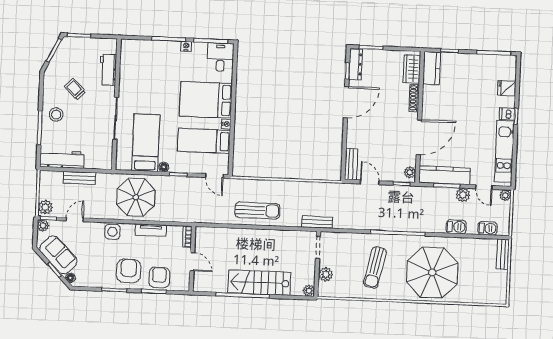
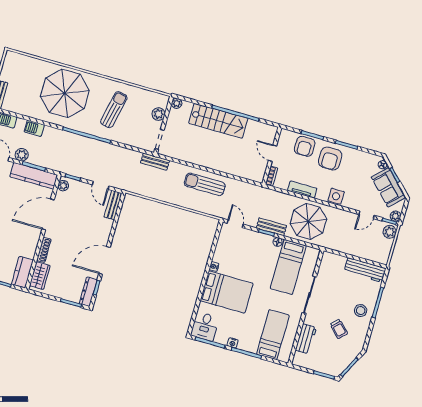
bed: (204, 141) -> (273, 335), moved, turned -90
bench: (79, 178) -> (271, 227), moved

